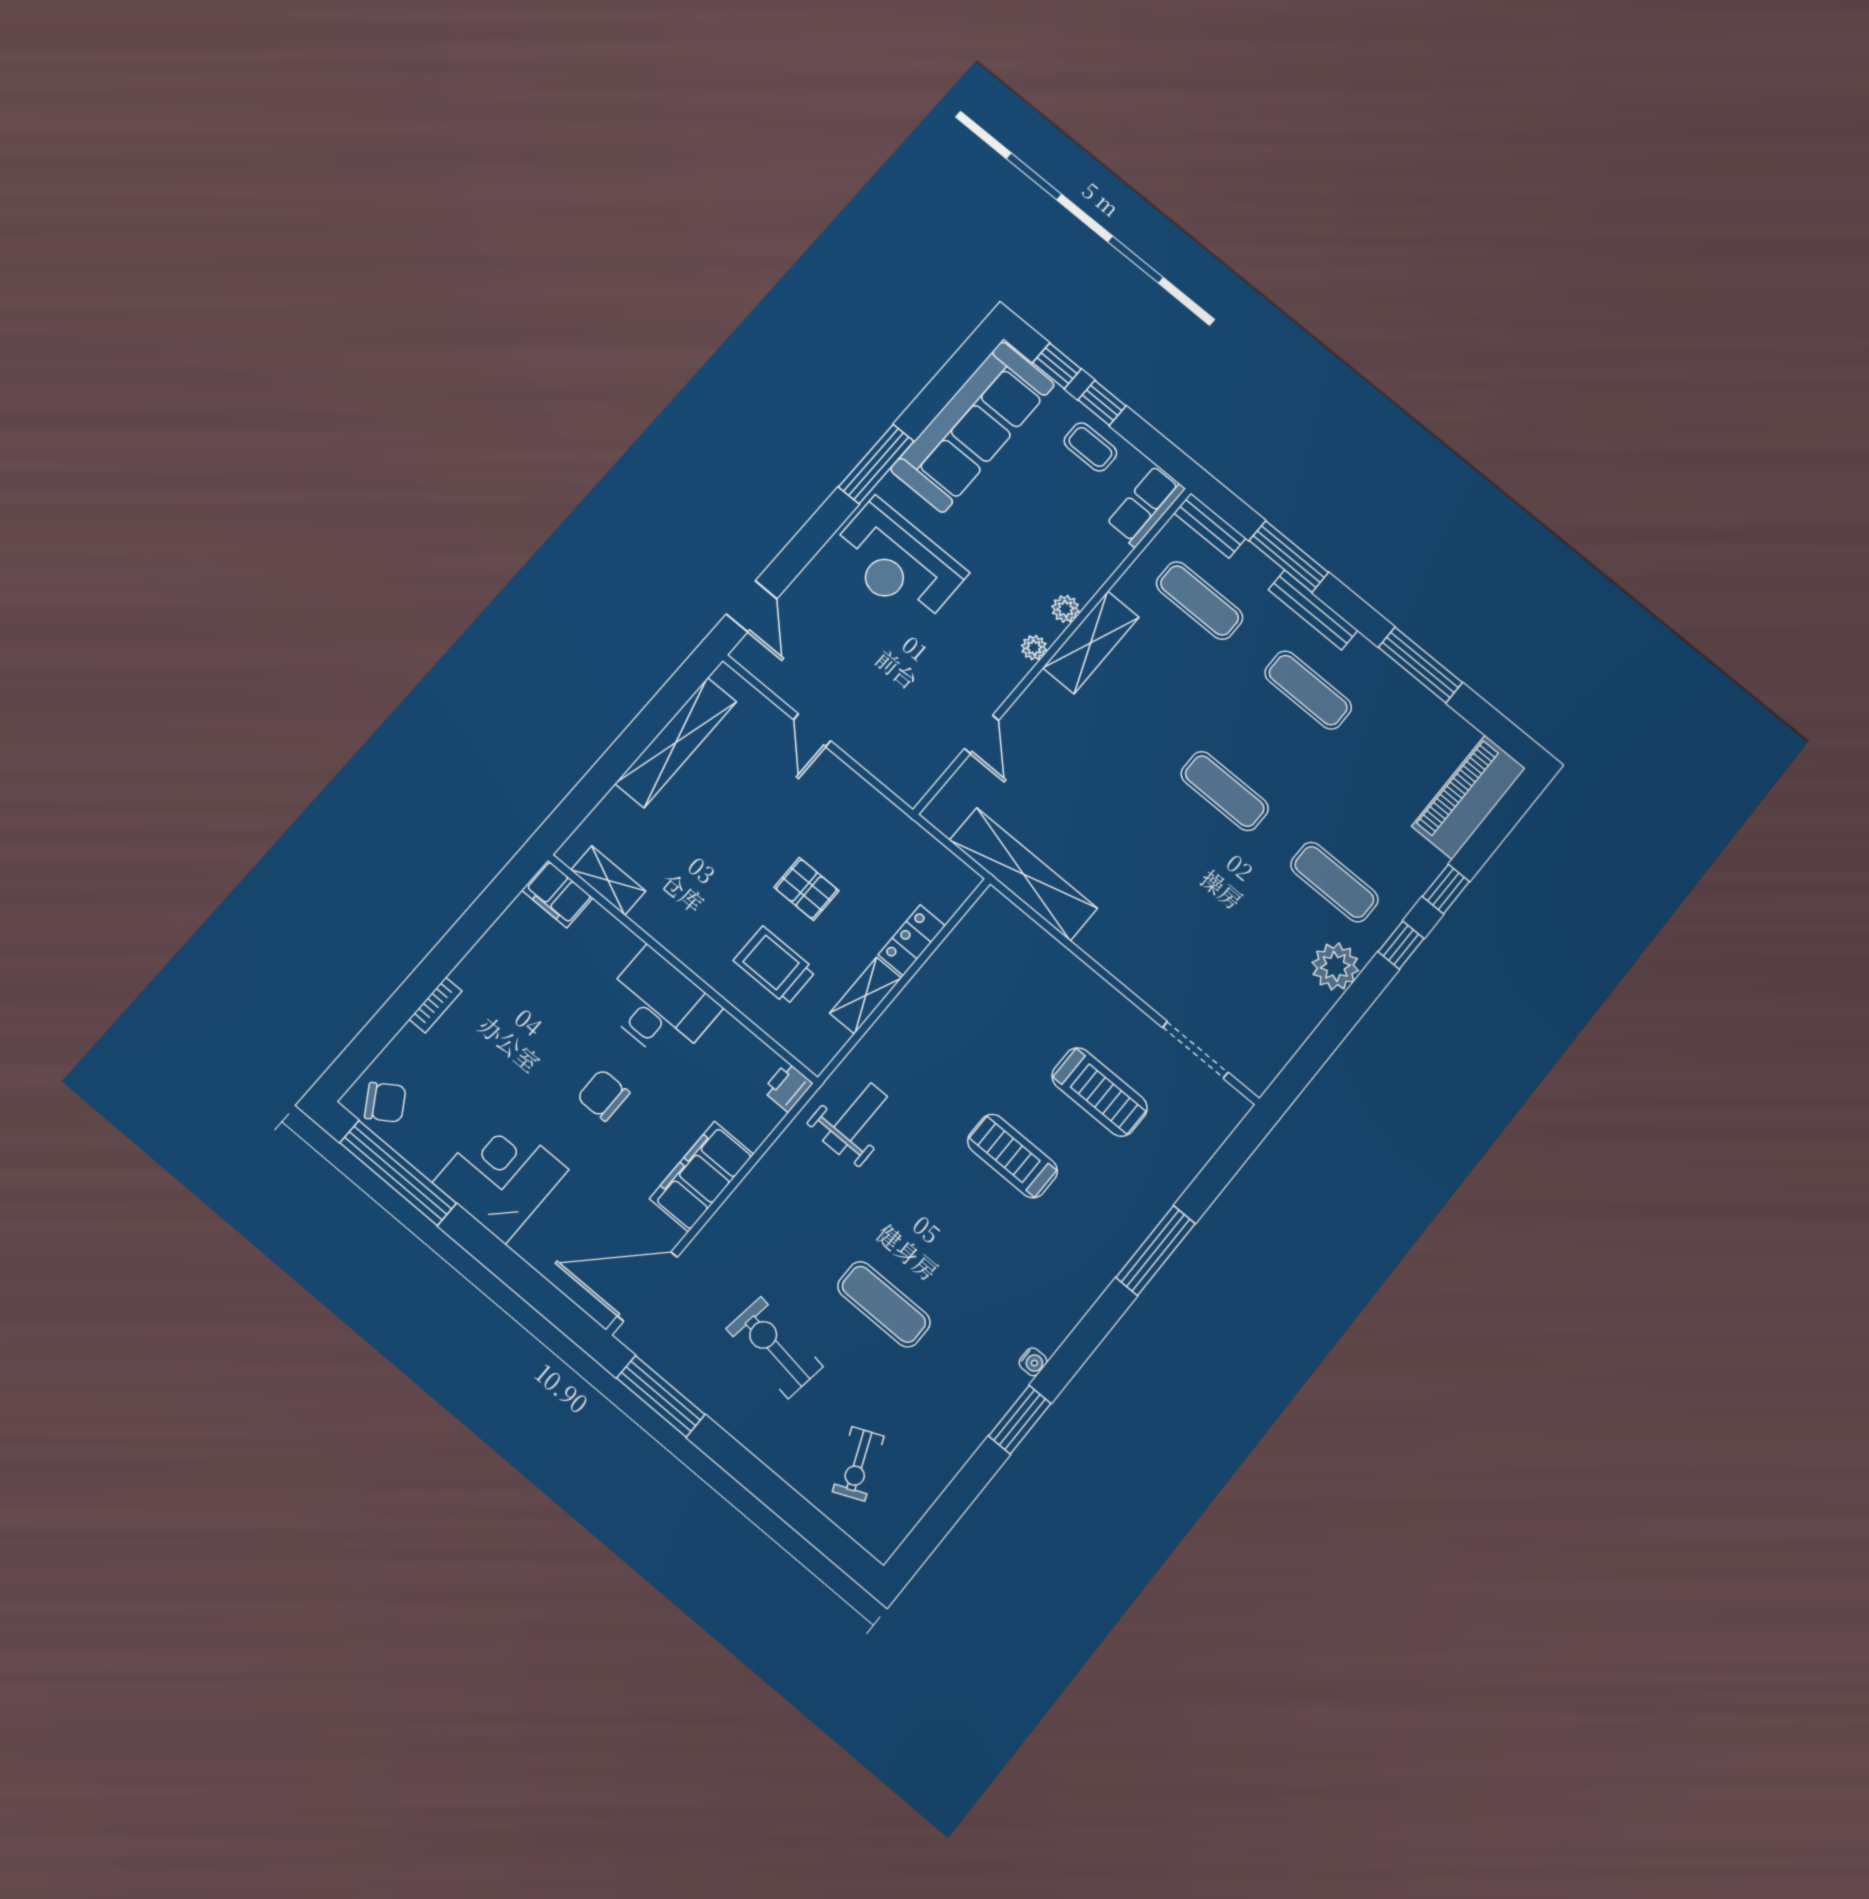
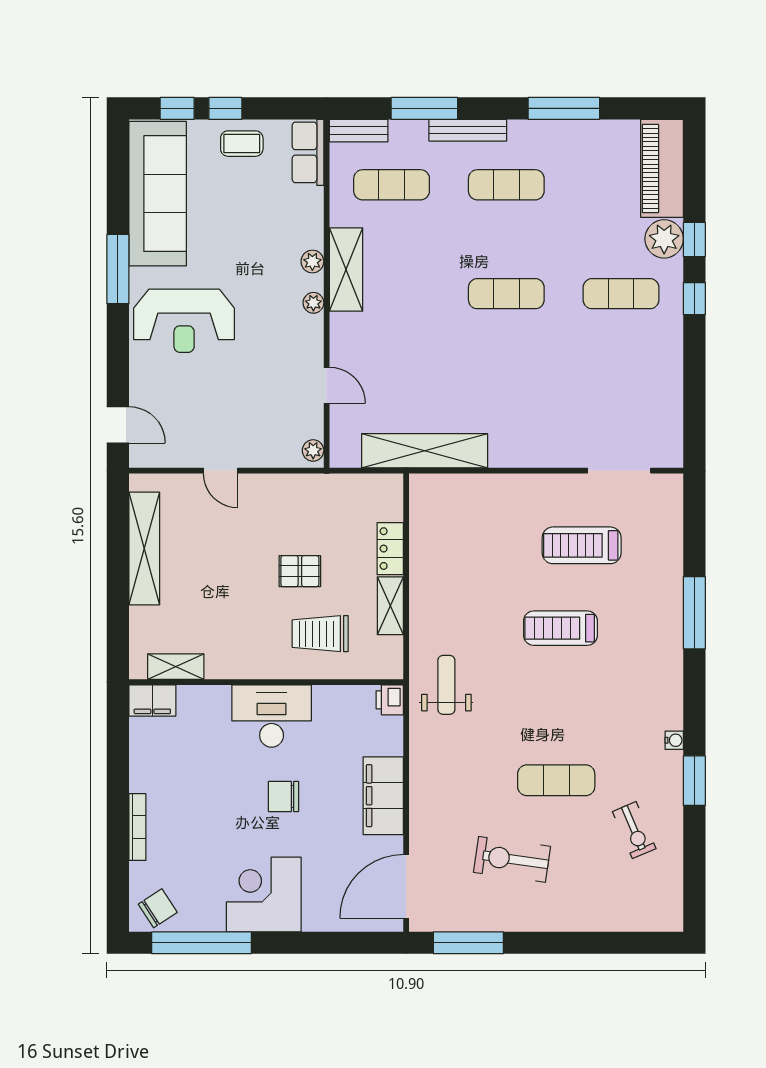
plant: (917, 785) -> (313, 450), added
plant: (1335, 966) -> (664, 239), moved
bookcase: (435, 1005) -> (137, 827), width x1.56
treadmill: (1100, 1092) -> (582, 545), turned 180
exercise bike: (858, 1464) -> (634, 830), moved

